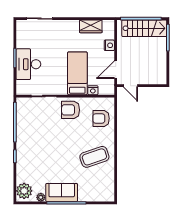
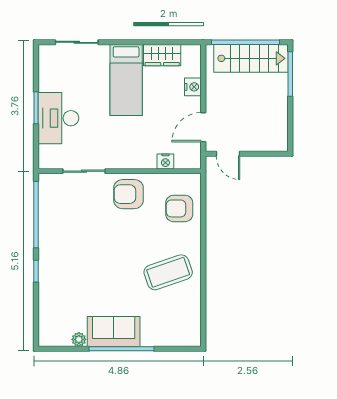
bed: (77, 73) -> (126, 80), moved, turned 180
plant: (24, 191) -> (51, 329), removed

